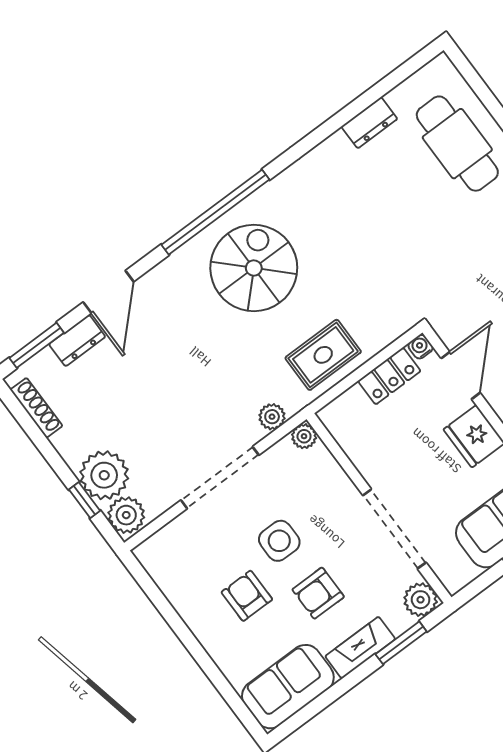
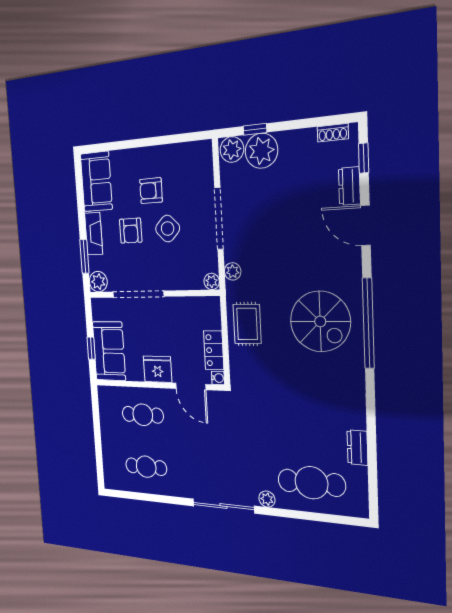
window: (37, 345) -> (364, 158), width x0.67
shoe rack: (36, 408) -> (333, 133), width x0.70
side table: (279, 541) -> (168, 229), turned 45
armchair: (318, 593) -> (131, 231), turned 180
armchair: (247, 596) -> (151, 191), turned 180

